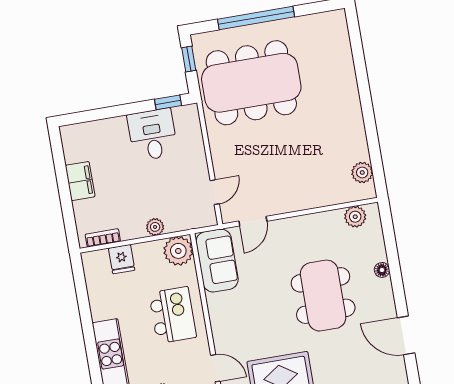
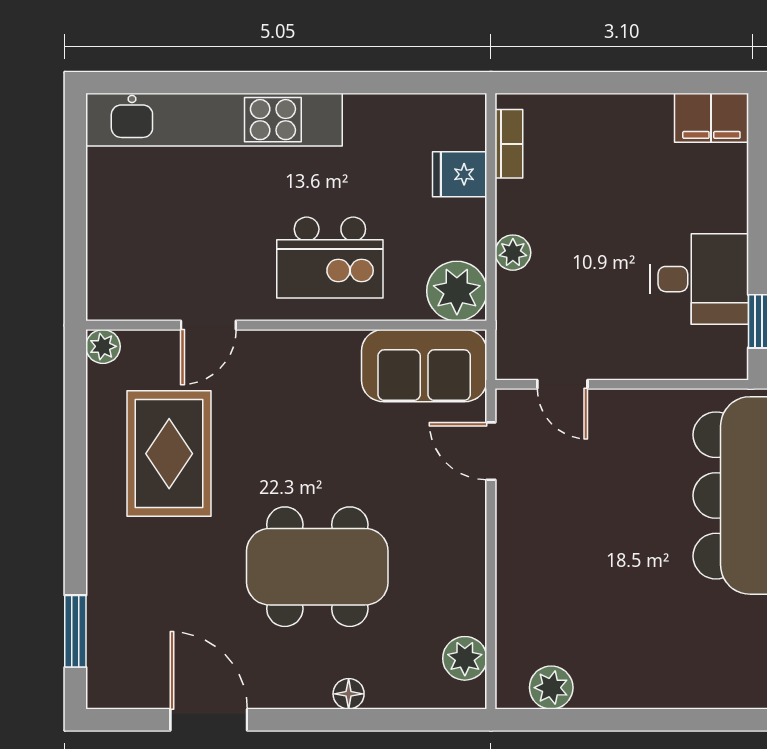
filing cabinet: (80, 181) -> (711, 118), moved
door: (406, 335) -> (209, 720), hinge flipped

